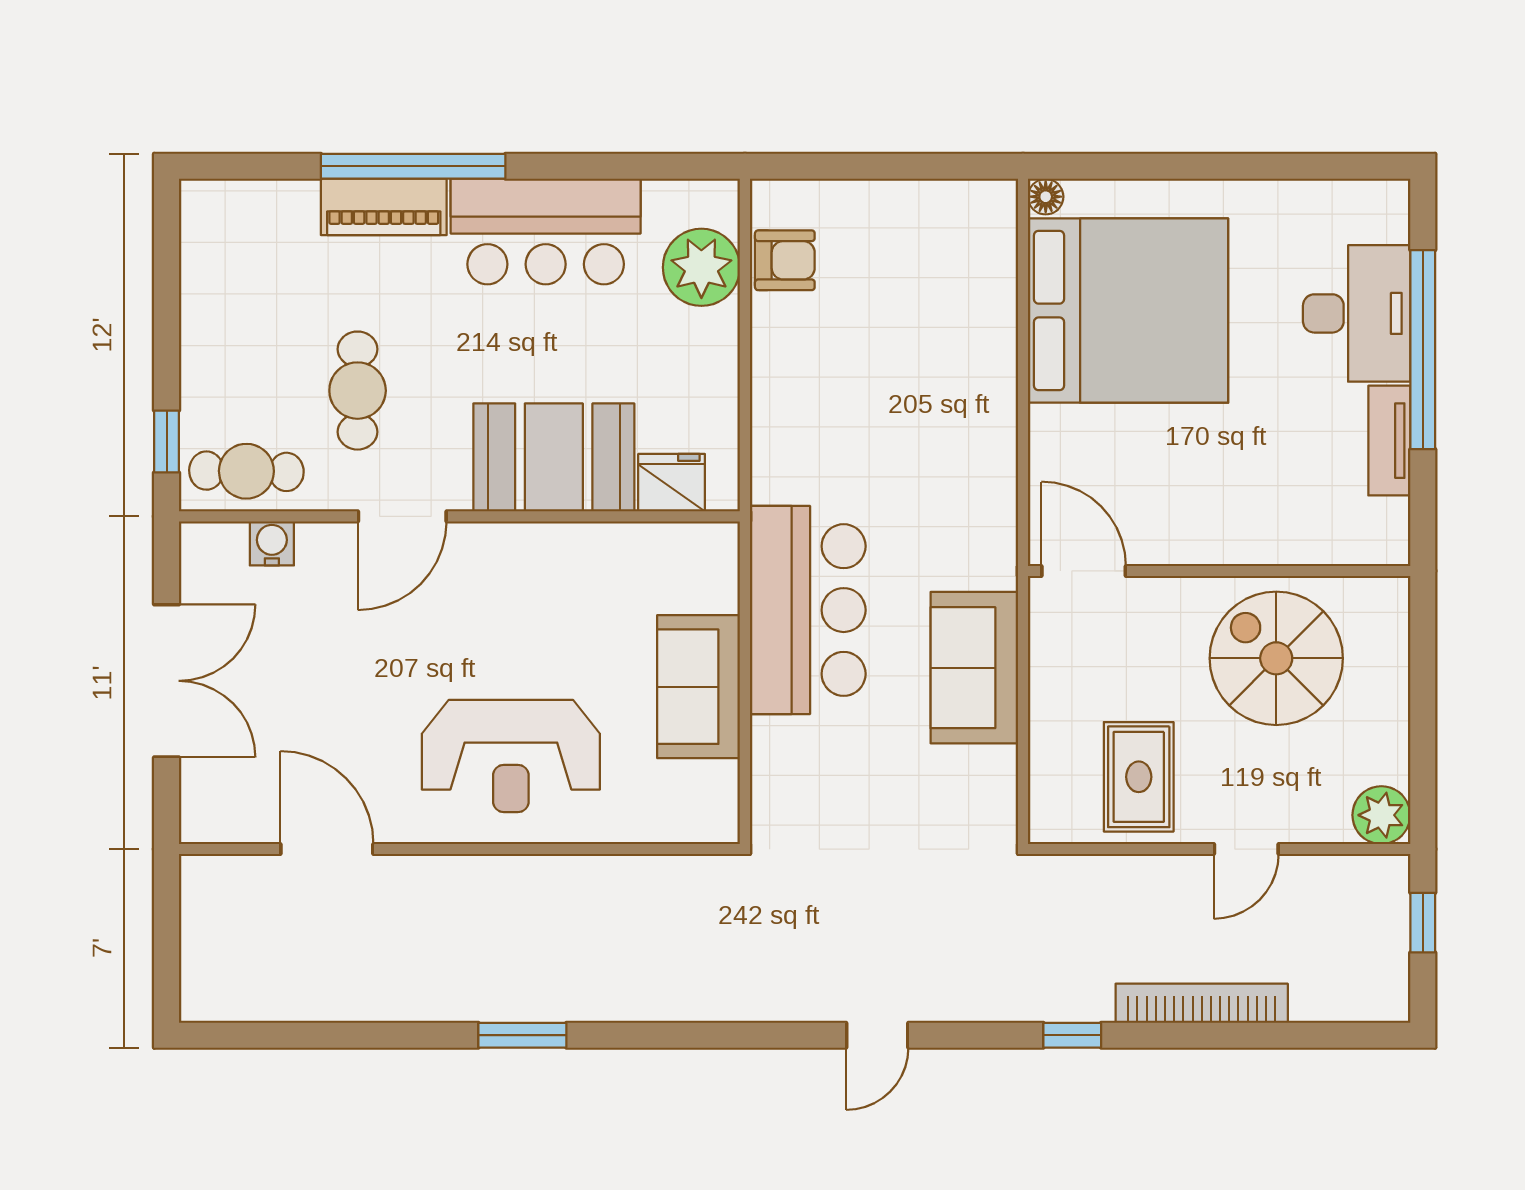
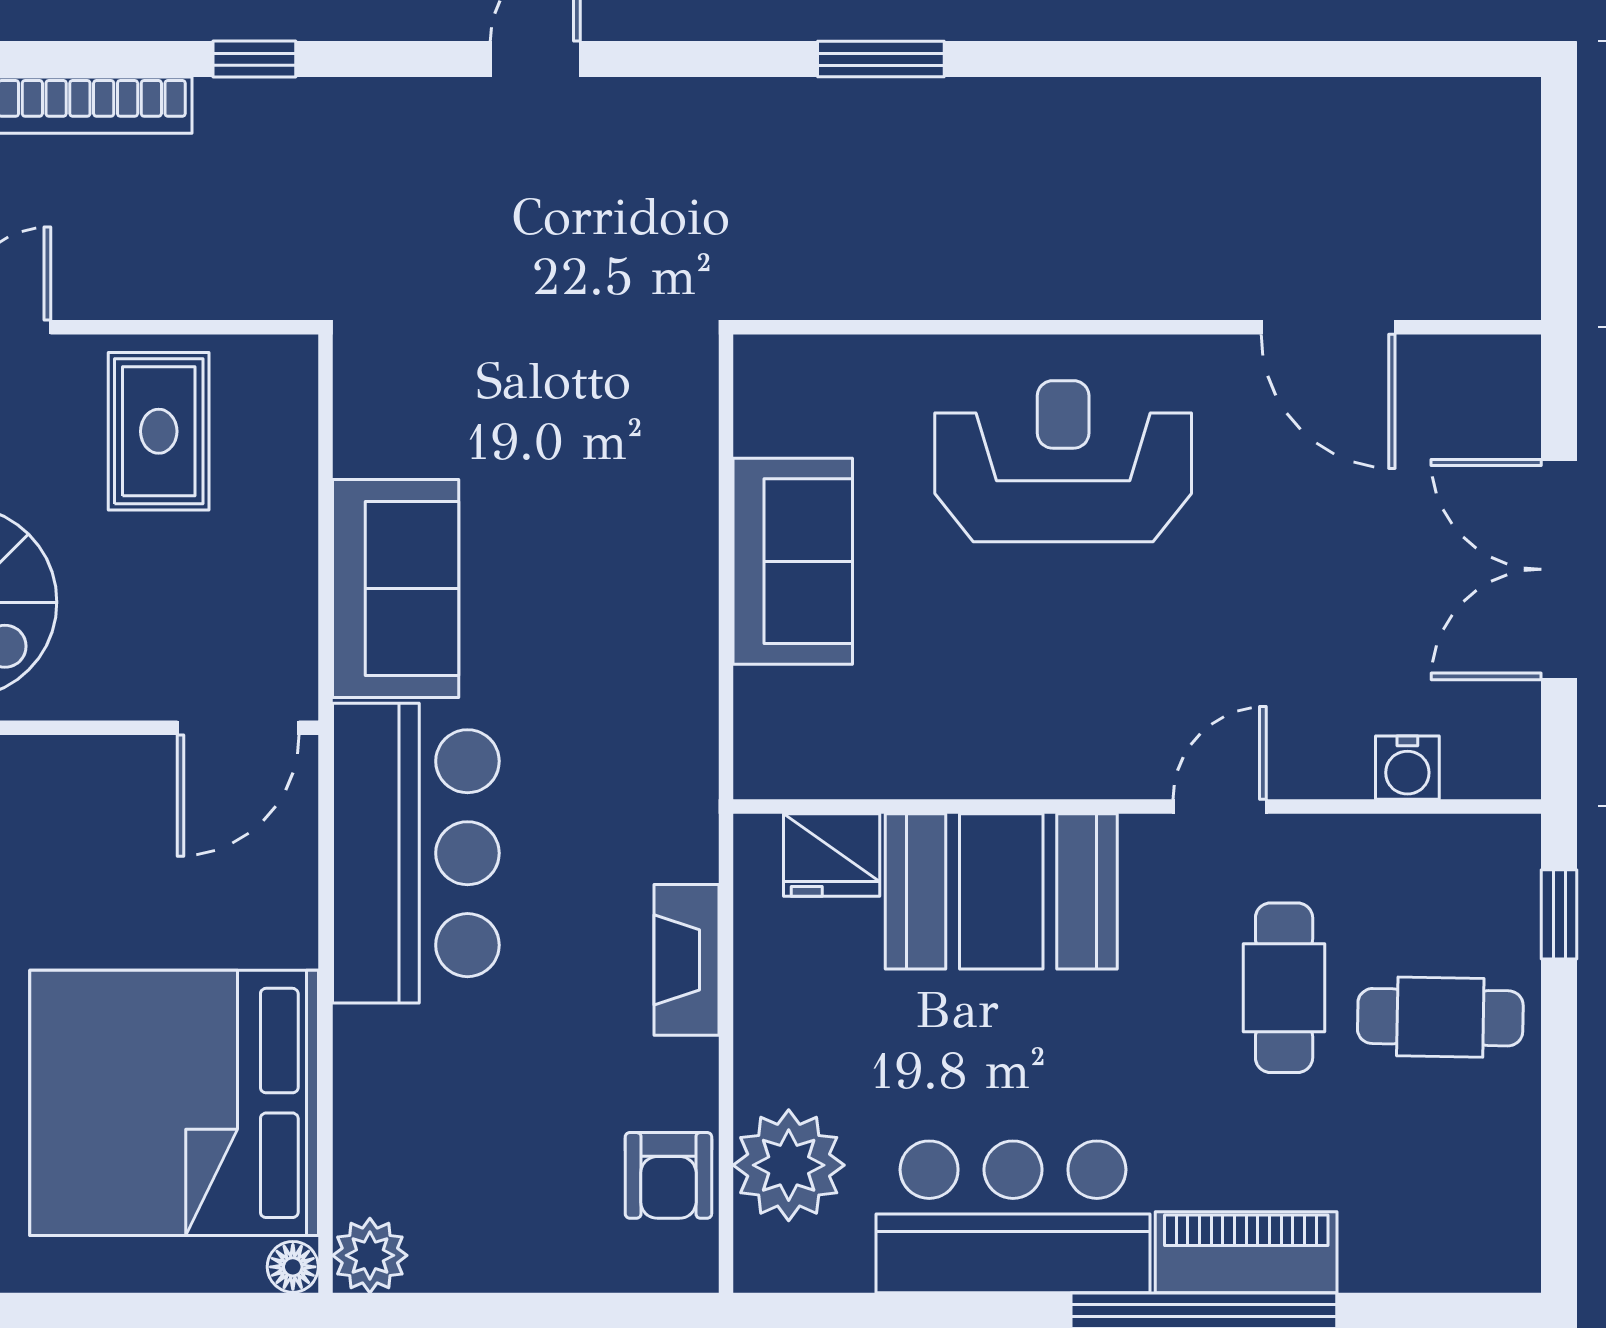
plant: (992, 205) -> (370, 1255), added
armchair: (785, 260) -> (668, 1175), turned -90
fireplace: (772, 410) -> (686, 960), added
cafe table: (246, 471) -> (1440, 1017), moved
door: (402, 516) -> (1220, 806), width x0.73
door: (1084, 571) -> (238, 728), hinge flipped
bar counter: (808, 610) -> (416, 853), moved, turned 180
window: (522, 1035) -> (881, 59), moved

